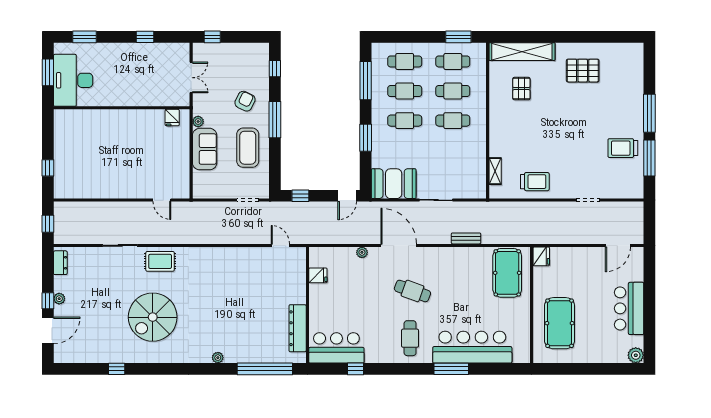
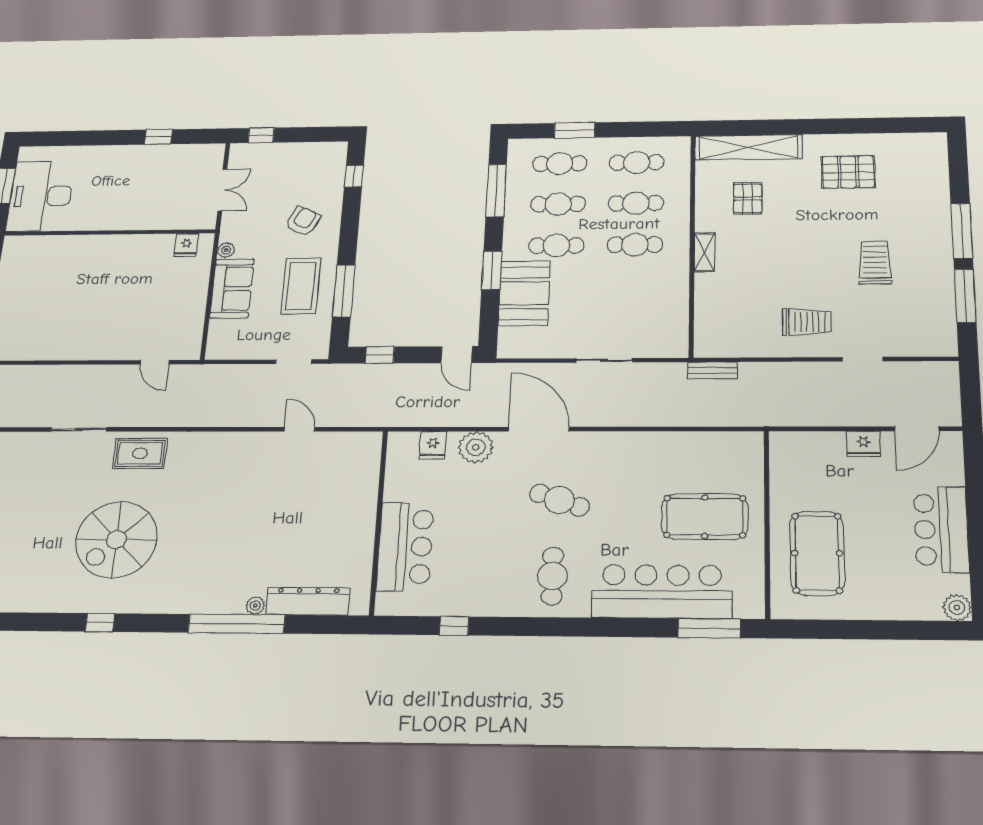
window: (85, 37) -> (67, 138), removed
window: (458, 37) -> (575, 130), moved
window: (275, 120) -> (344, 291), moved
trolley: (623, 148) -> (875, 263), moved, turned 90
shelving: (495, 171) -> (704, 252), moved
trolley: (535, 182) -> (807, 322), moved
booth: (394, 184) -> (524, 293), moved, turned 90
door: (347, 196) -> (457, 355), hinge flipped
bench: (466, 238) -> (712, 370), moved
door: (280, 245) -> (299, 429), moved
plant: (362, 252) -> (476, 447), width x1.87, depth x1.87
fridge: (541, 256) -> (863, 444), moved, turned 90
pool table: (507, 273) -> (705, 517), moved, turned 90
fridge: (318, 275) -> (433, 445), moved, turned 90
dresser: (298, 328) -> (308, 601), moved, turned 90
bar counter: (336, 348) -> (405, 547), moved, turned 90
plant: (218, 358) -> (255, 606), moved
window: (117, 369) -> (100, 622), moved
window: (265, 369) -> (236, 624), moved
window: (451, 369) -> (709, 628), moved

